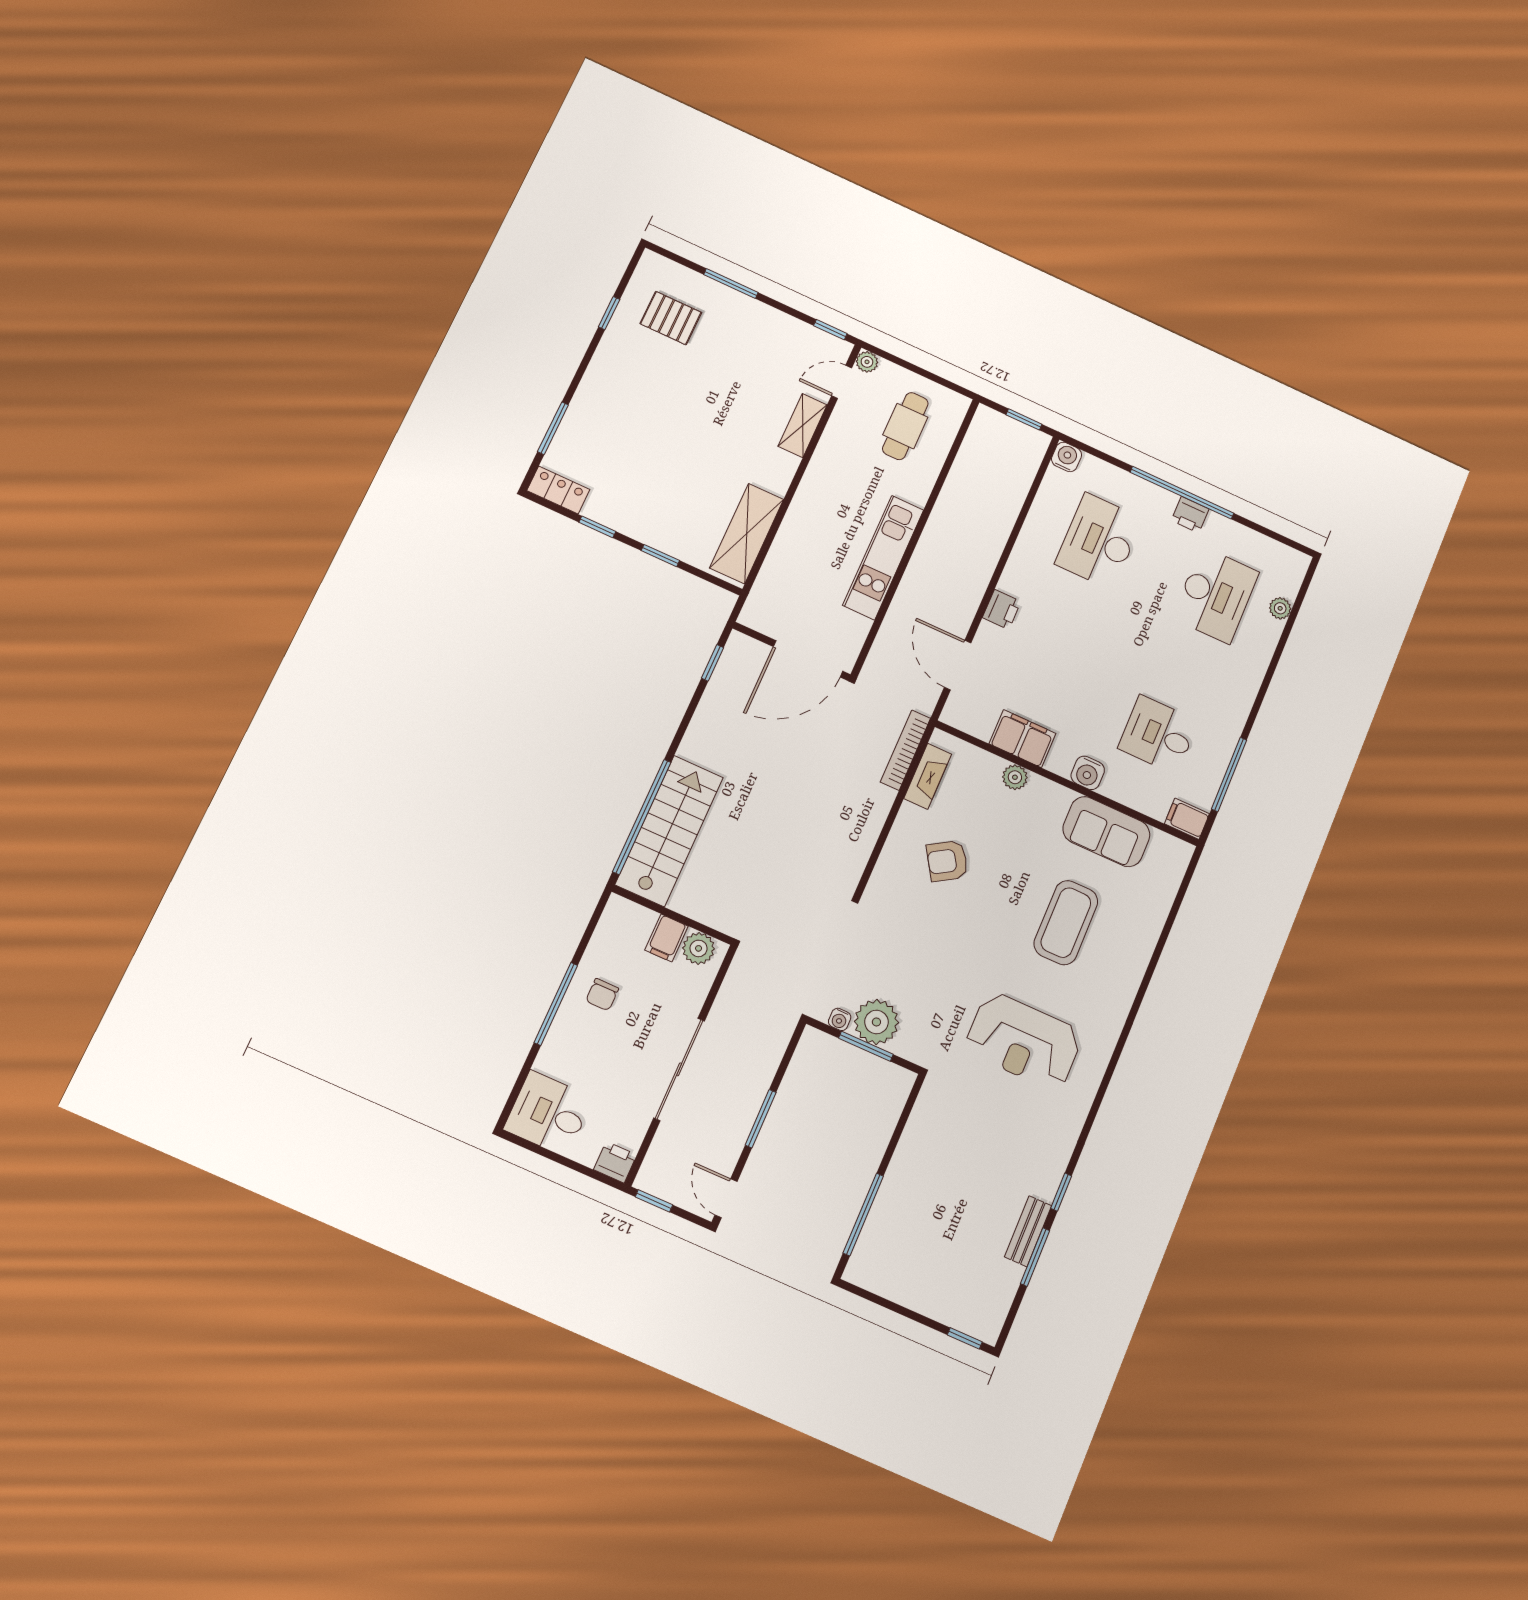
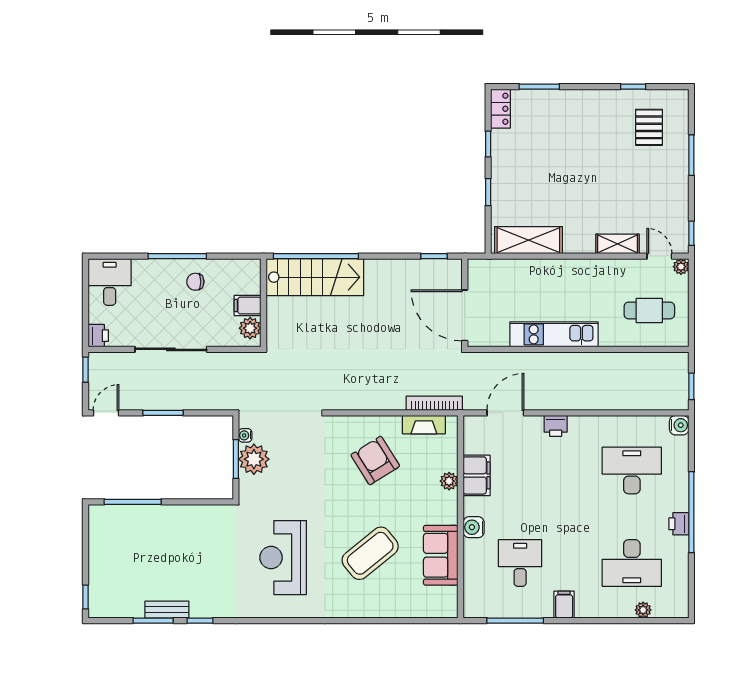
filing cabinet: (1187, 819) -> (564, 605), moved
armchair: (947, 861) -> (375, 460), width x1.38, depth x1.38
coffee table: (1066, 923) -> (370, 553), turned -39

